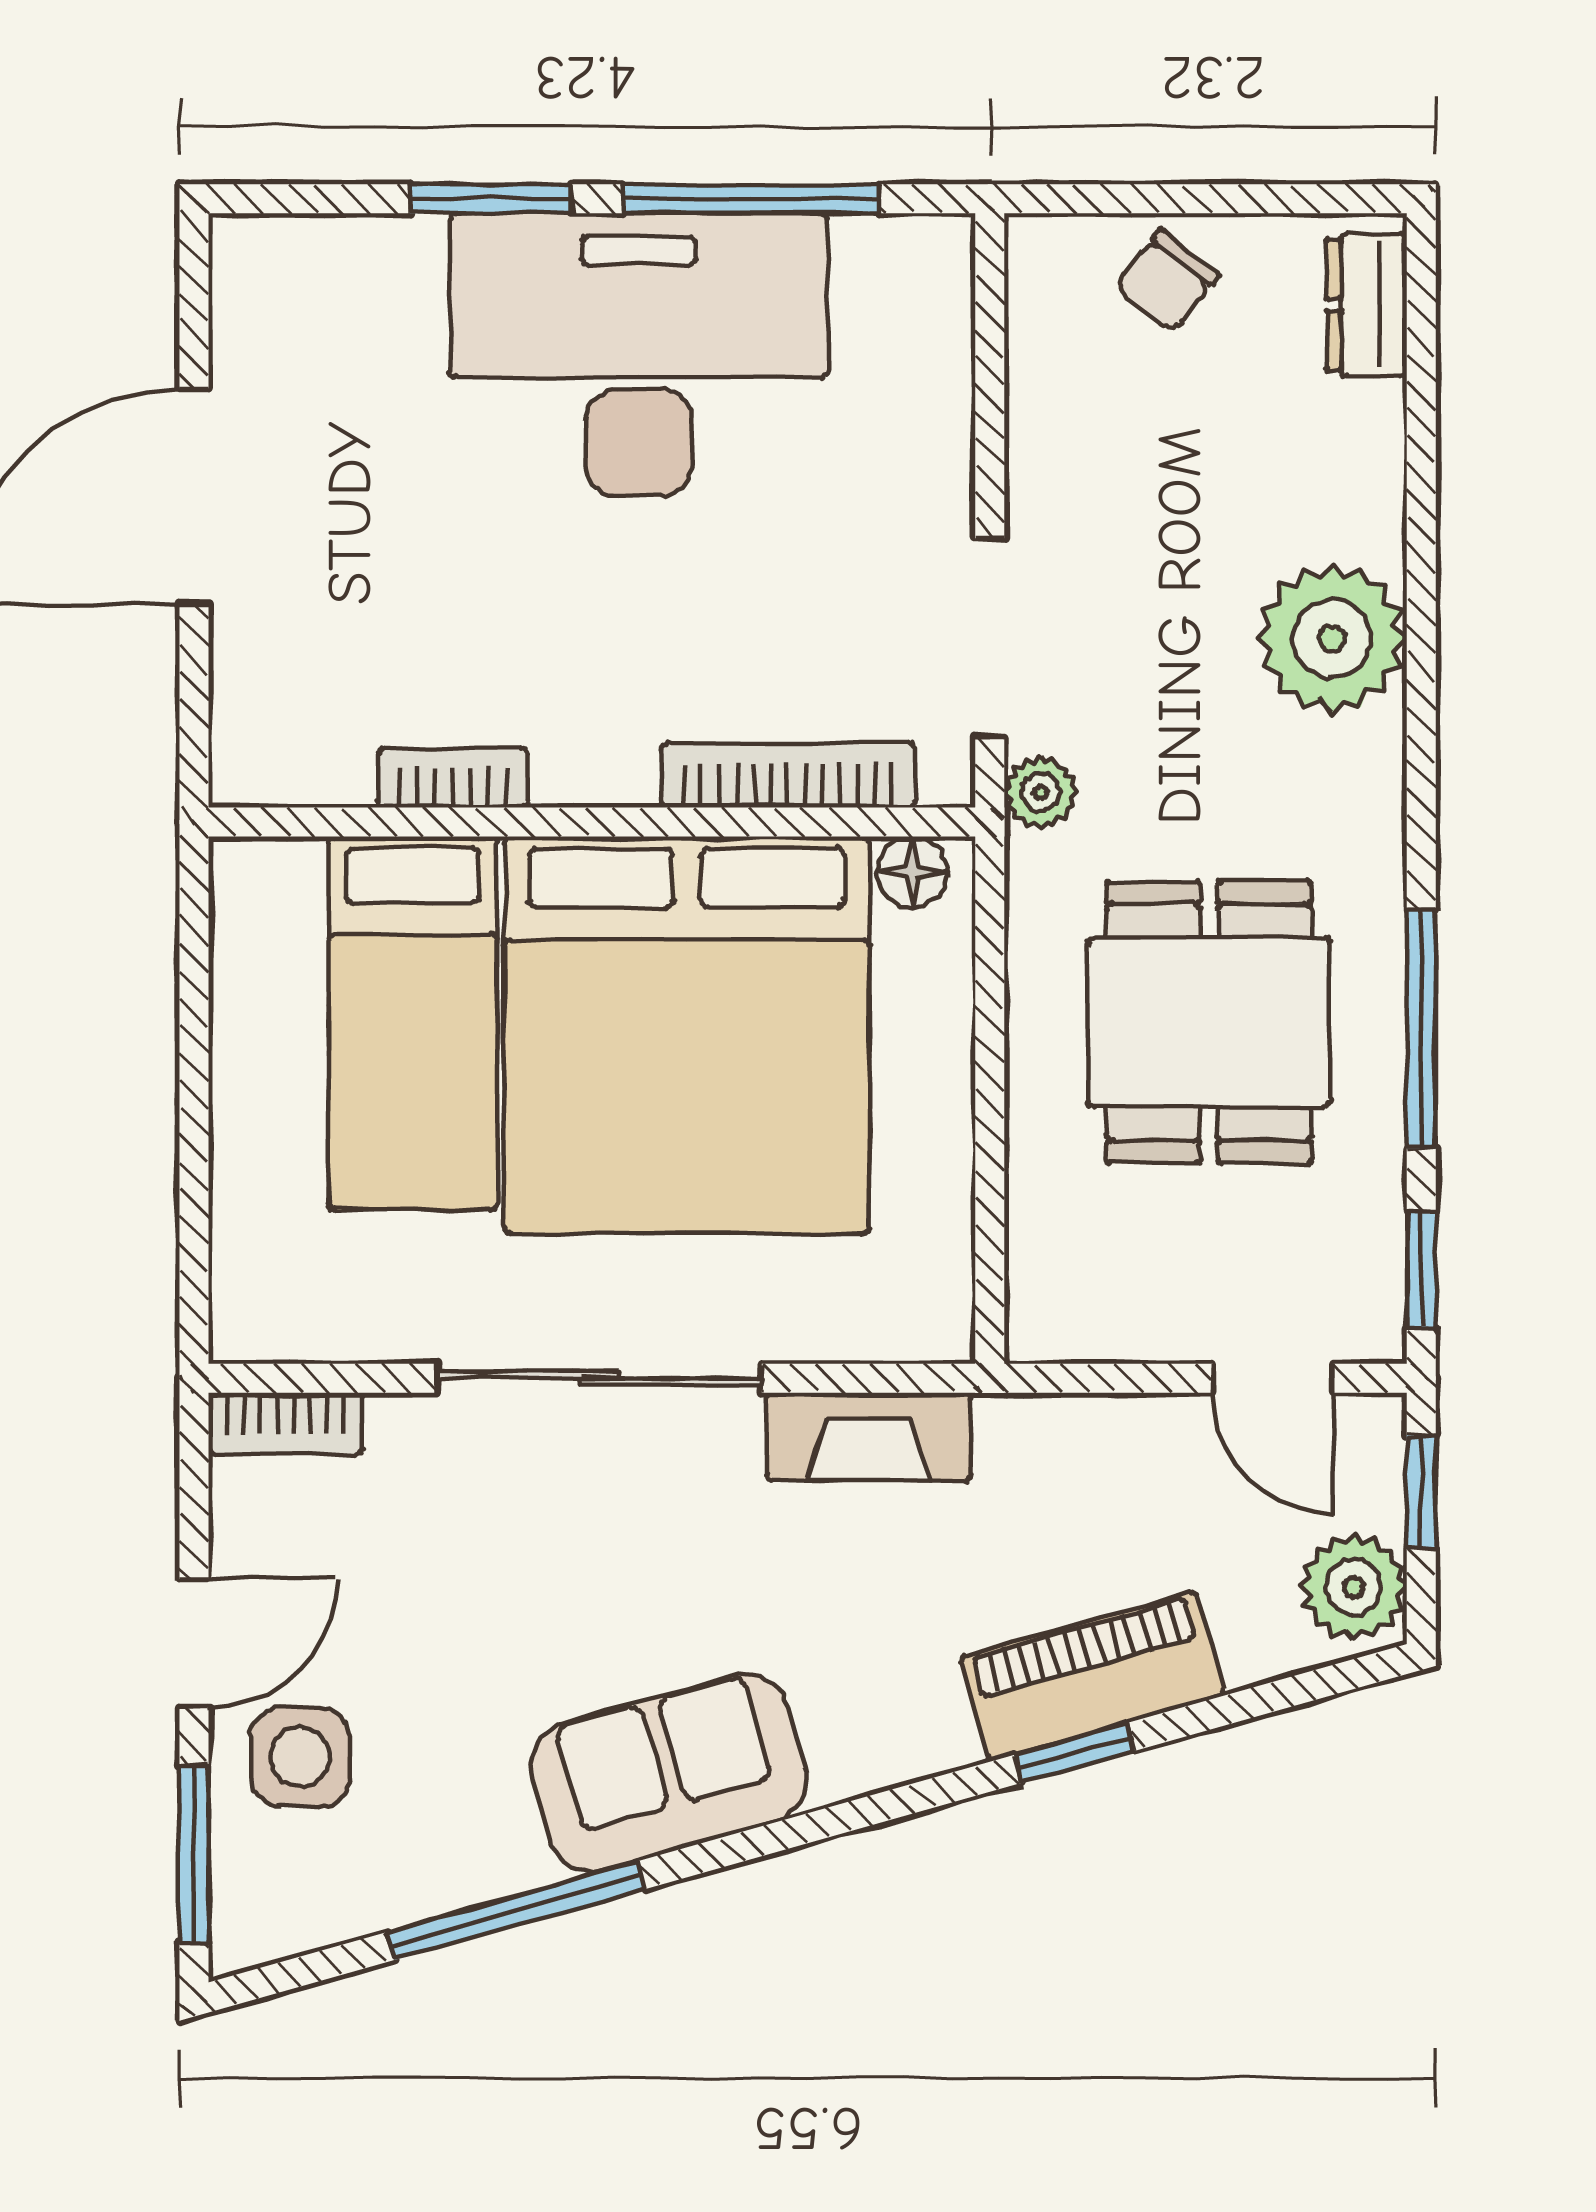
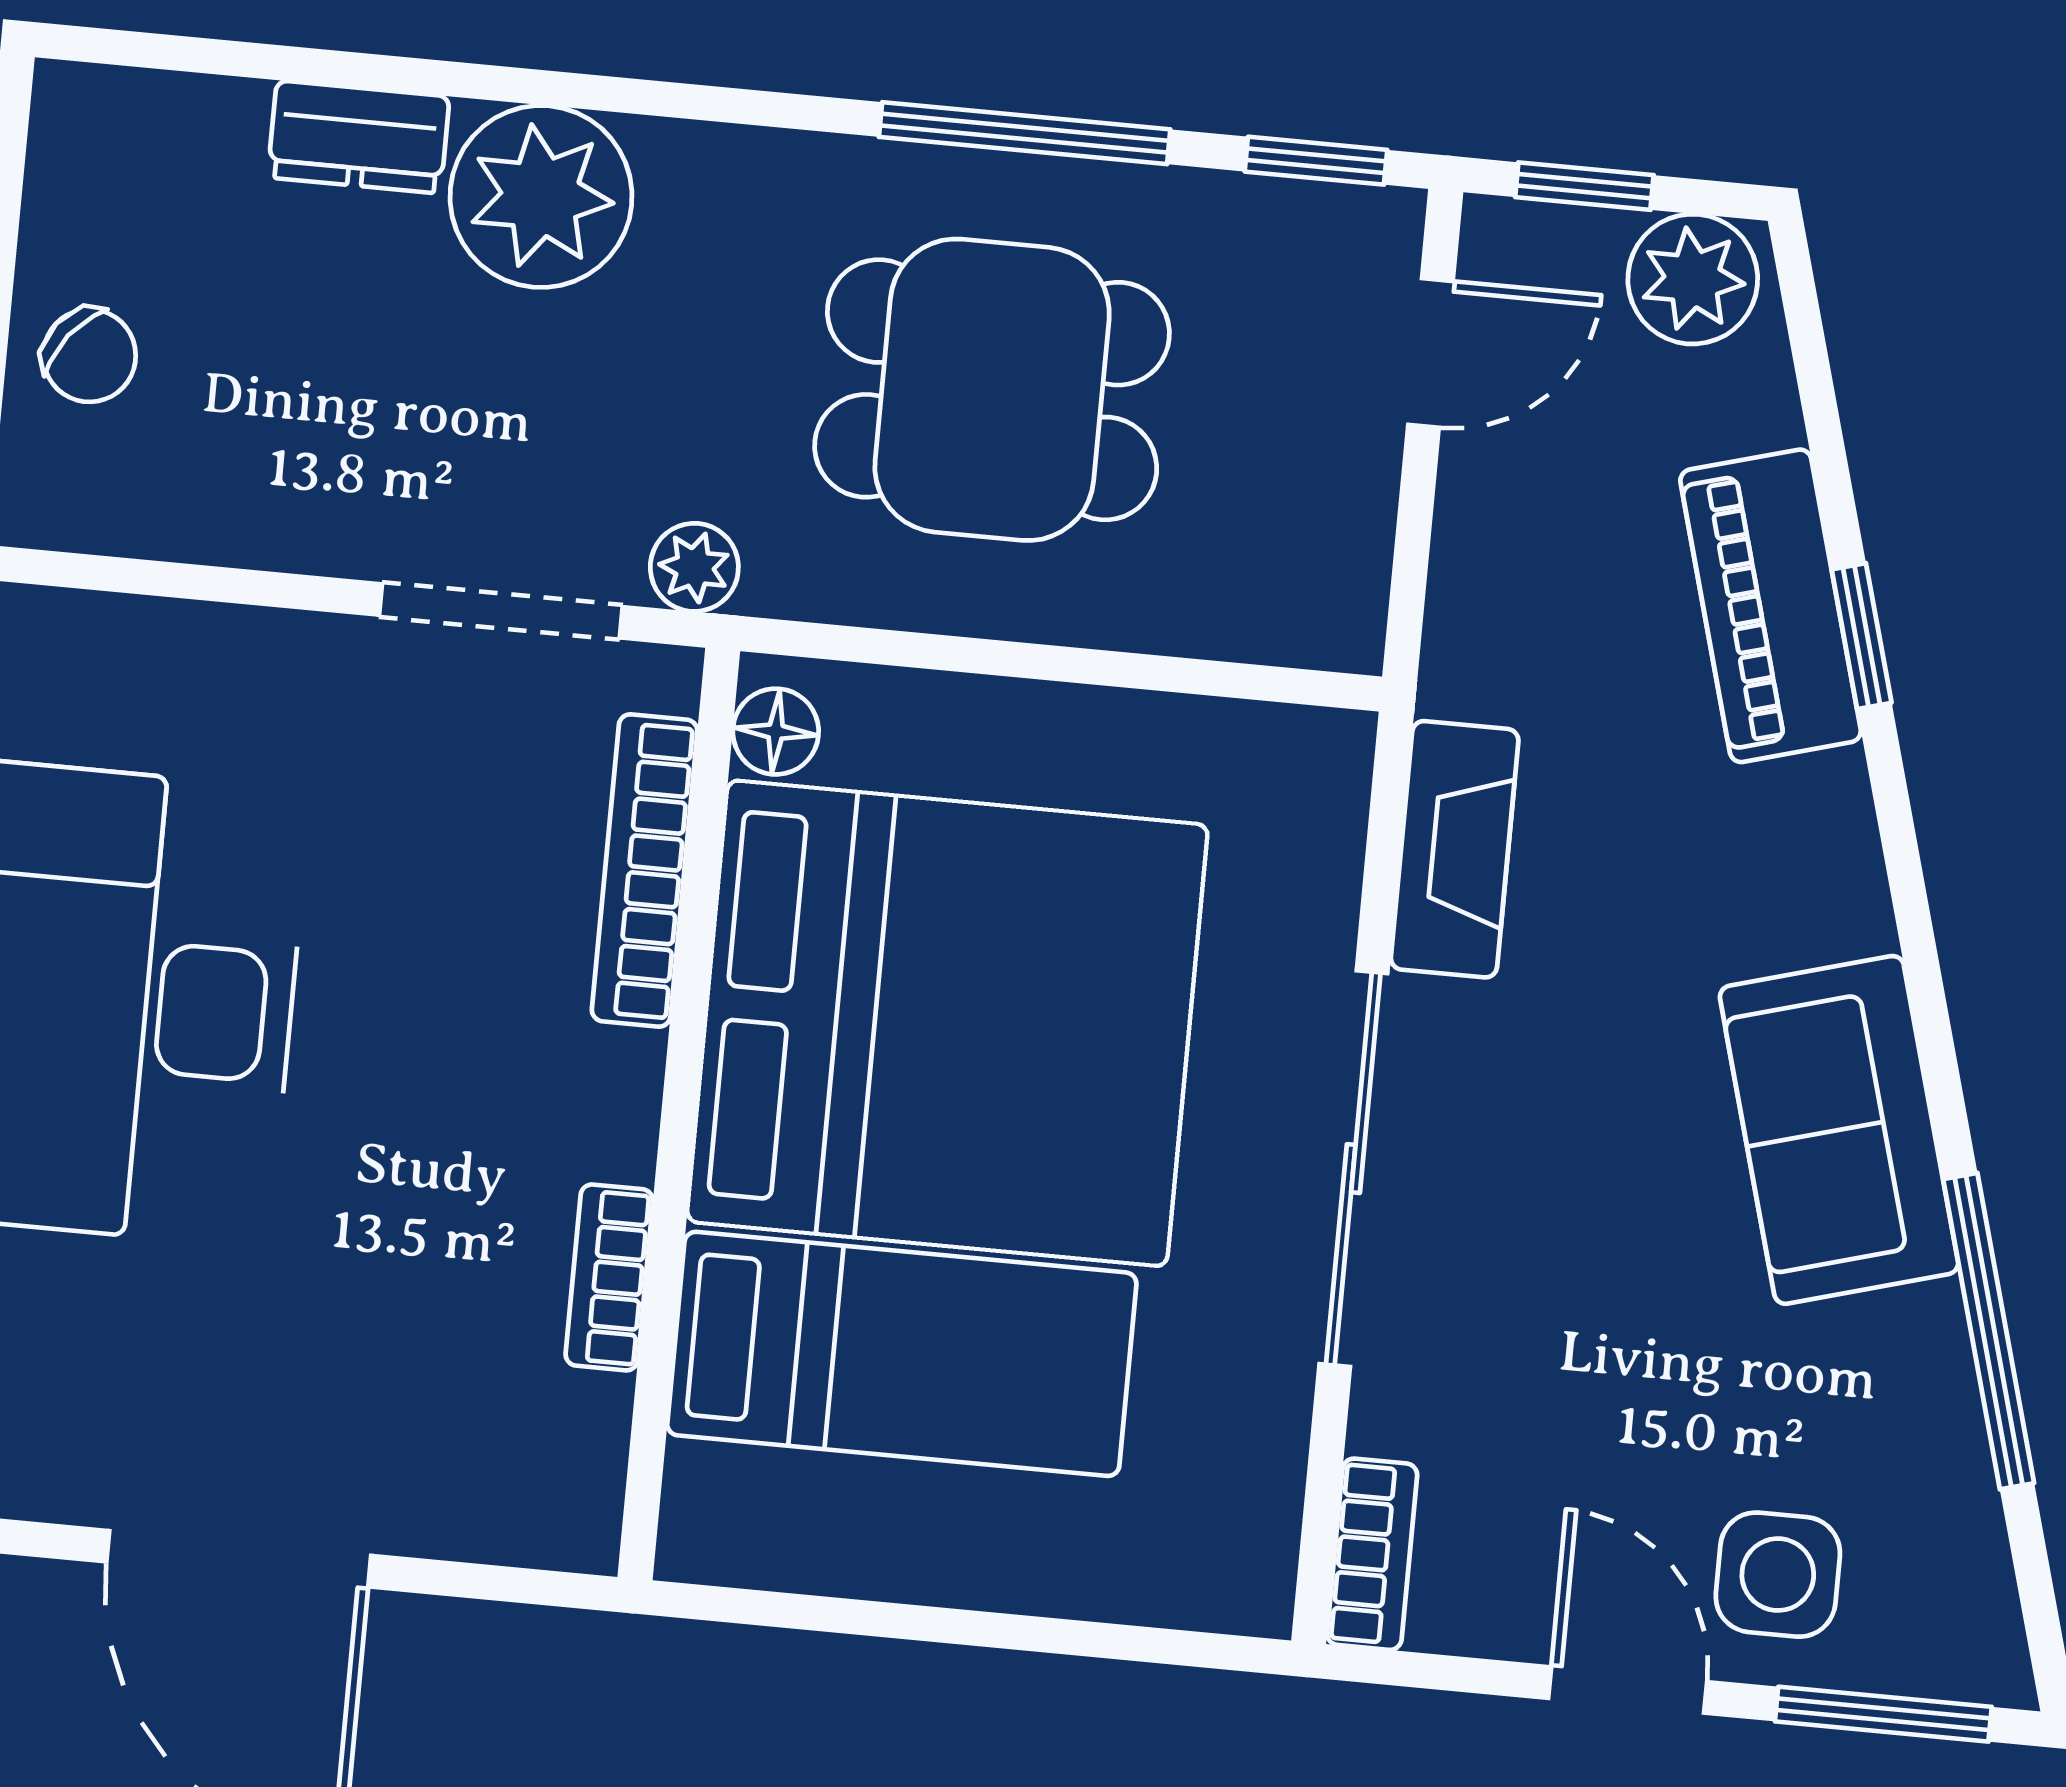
dresser: (1367, 305) -> (359, 137), moved

